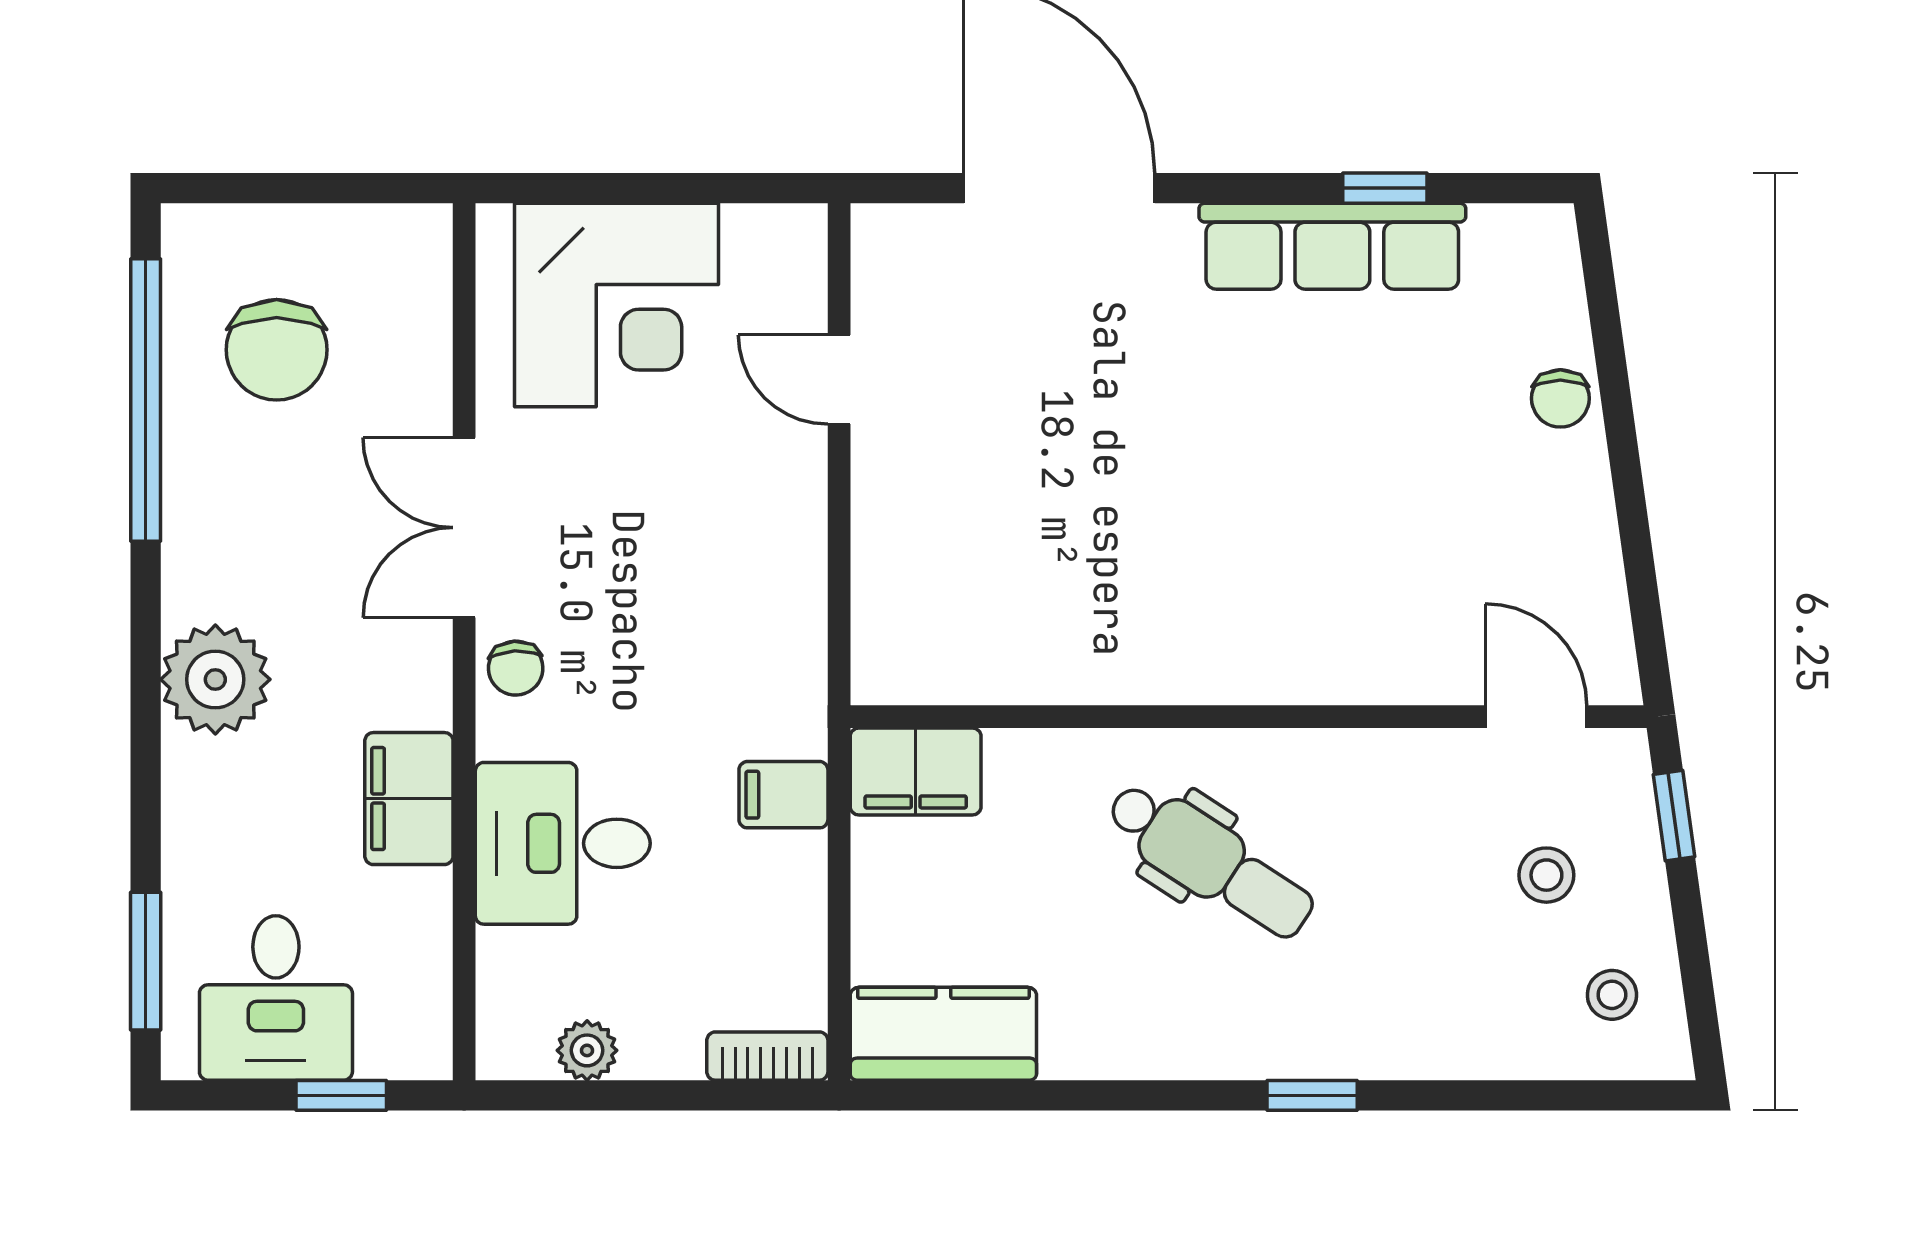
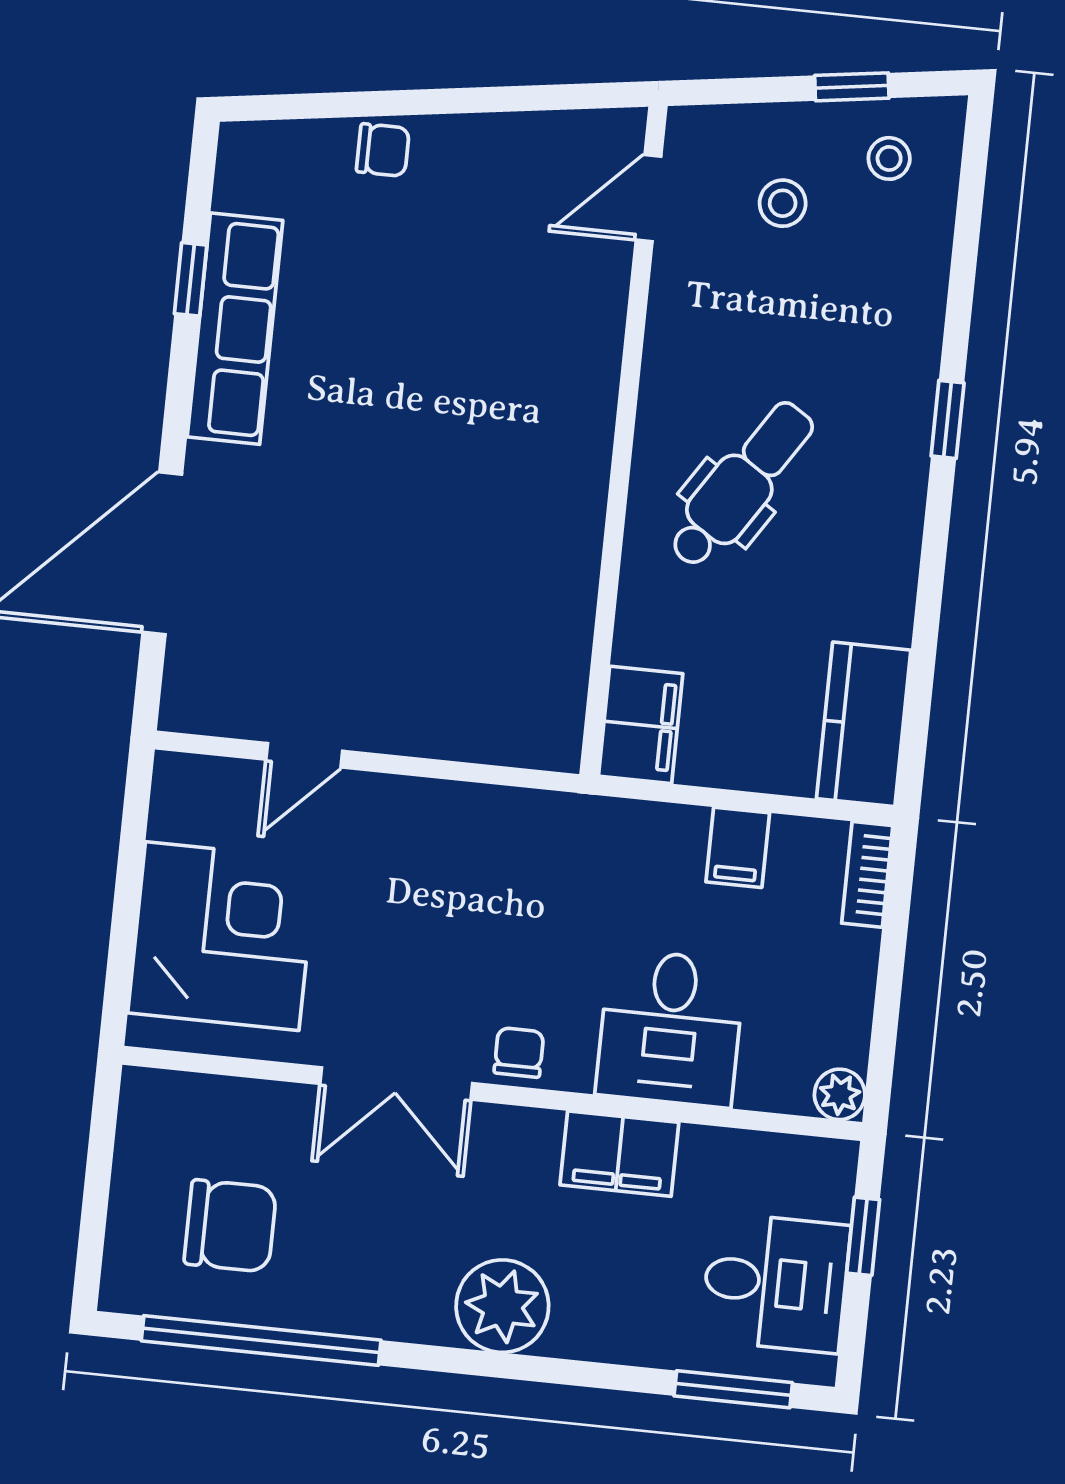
chair: (516, 668) -> (519, 1052), turned -87
filing cabinet: (783, 795) -> (738, 847), moved
window: (1674, 816) -> (852, 87), moved
plant: (587, 1050) -> (840, 1094), moved

